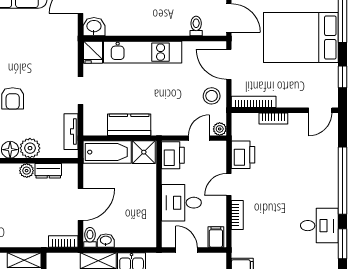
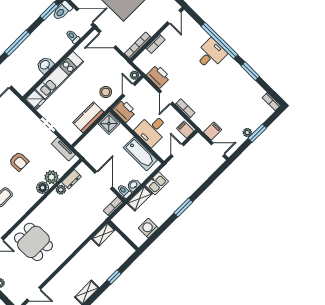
washbasin: (94, 27) -> (45, 65), moved
stool: (212, 96) -> (106, 92), moved
bathtub: (107, 152) -> (140, 154), moved, turned 90
desk: (319, 226) -> (211, 54), moved
door: (187, 250) -> (177, 150), hinge flipped

